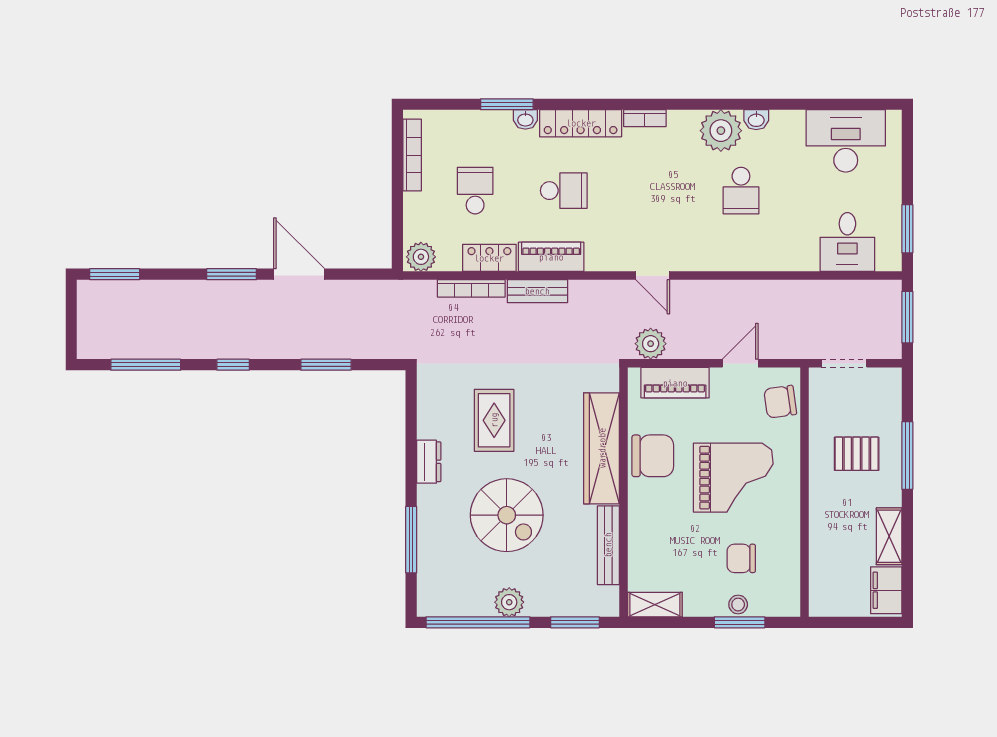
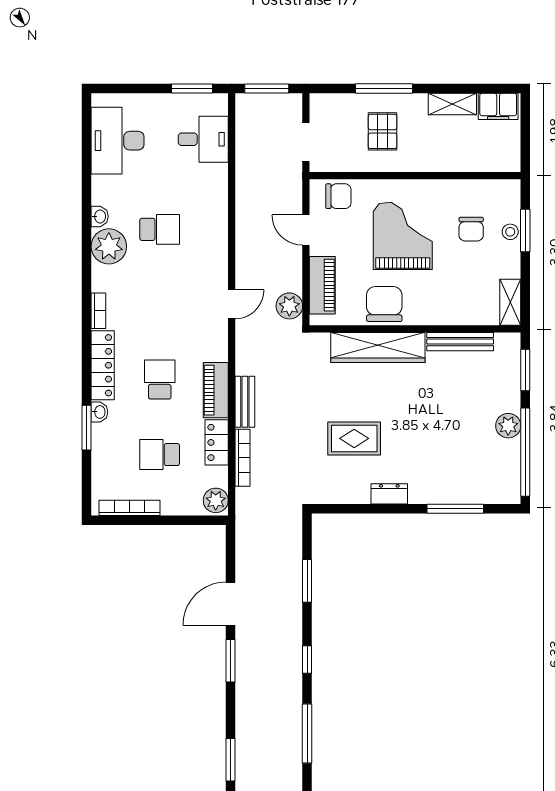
chair: (780, 402) -> (338, 196), turned -82
spiral stairs: (507, 515) -> (435, 428), removed

